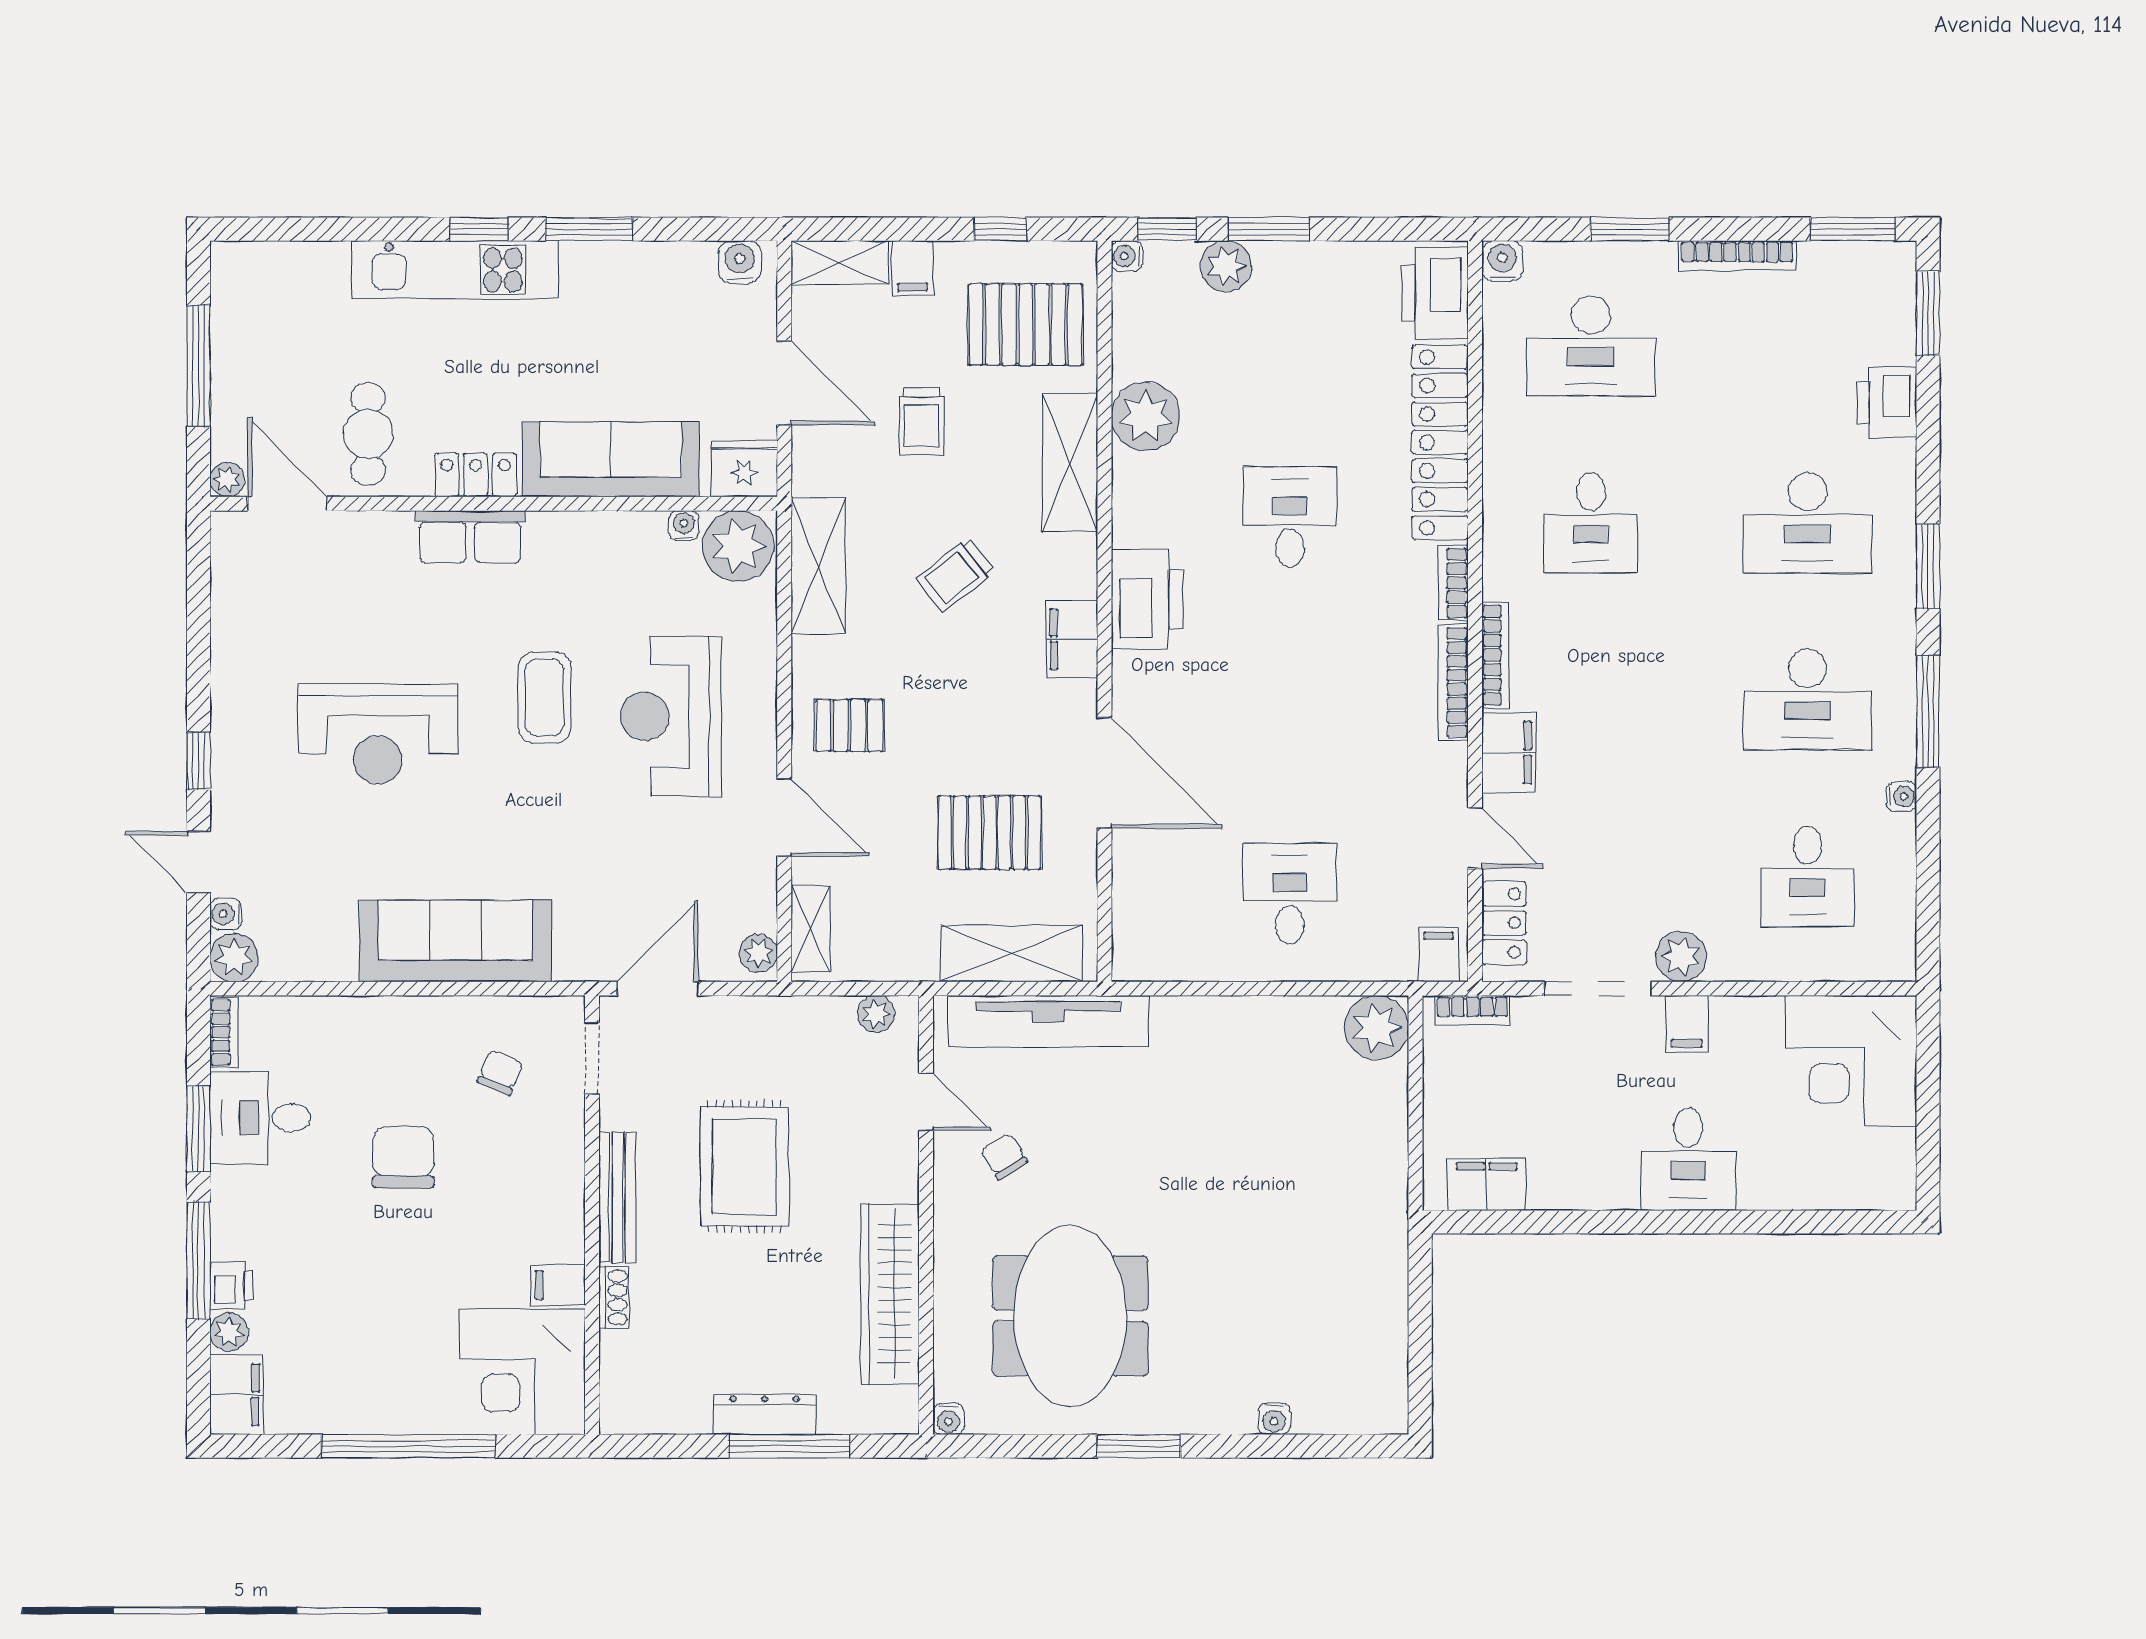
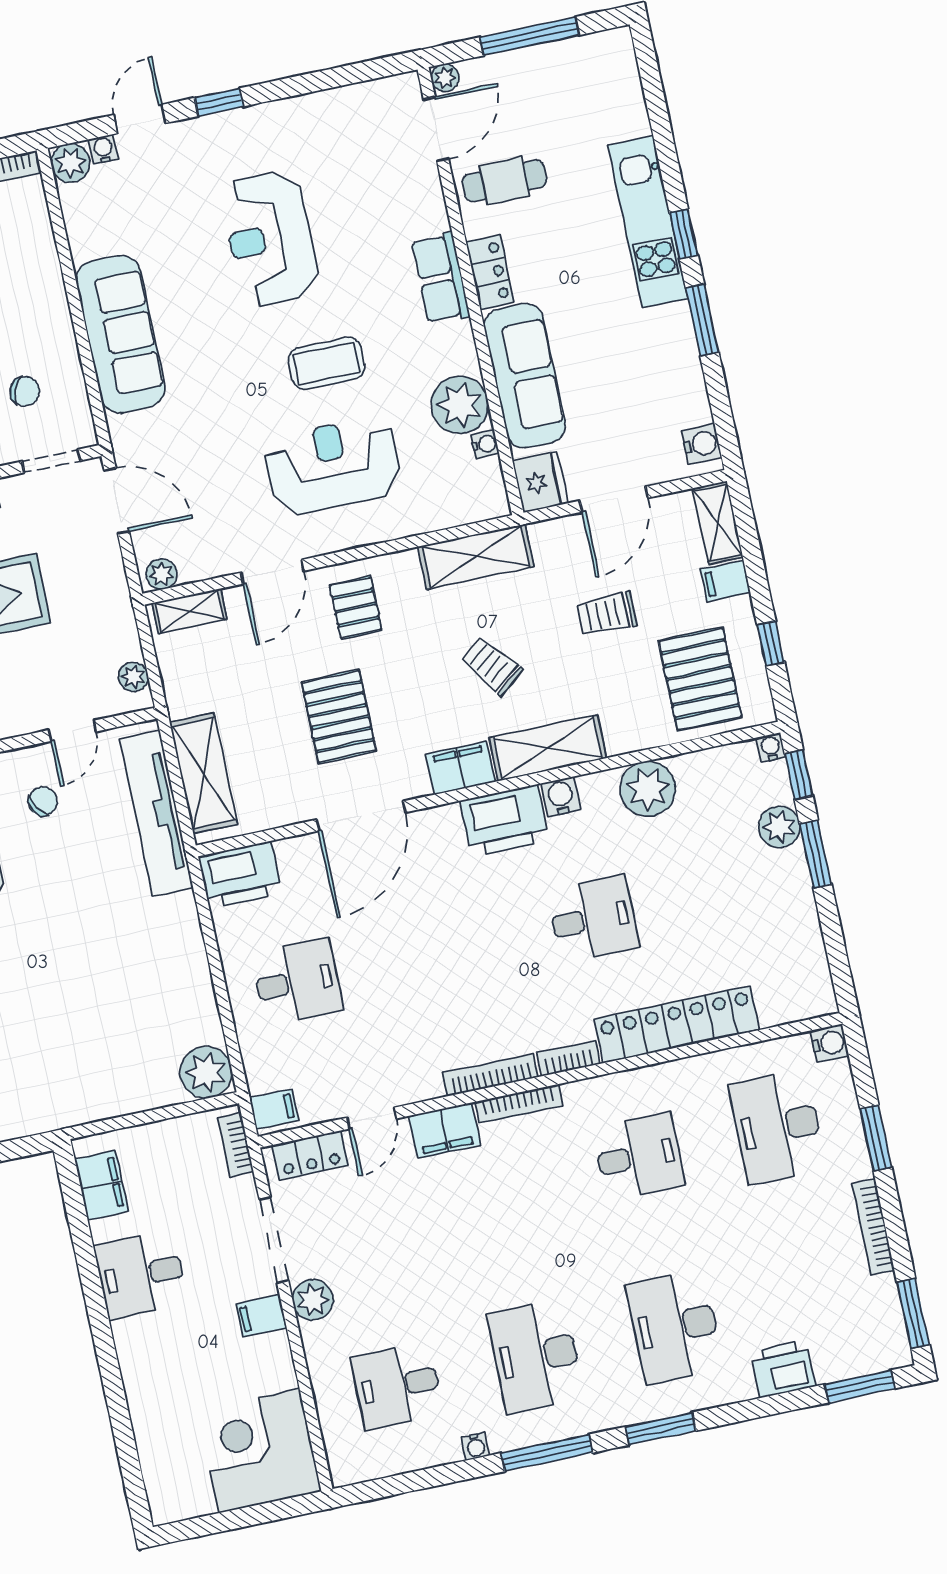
printer: (1435, 293) -> (240, 875), moved, turned 180
shelving: (1070, 463) -> (548, 748), moved
desk: (1591, 523) -> (639, 1157), turned 180
water cooler: (1132, 525) -> (561, 797), added
plant: (738, 546) -> (460, 405), moved
pallet: (989, 833) -> (339, 716), moved
desk: (1688, 1159) -> (141, 1275), moved

